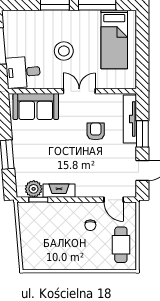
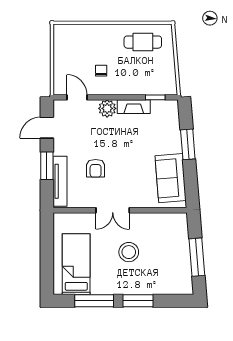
desk: (23, 72) -> (171, 230), removed
sofa: (36, 106) -> (171, 178), moved, turned -95
plant: (34, 189) -> (107, 108), moved
cafe table: (121, 245) -> (143, 42), moved, turned 90

